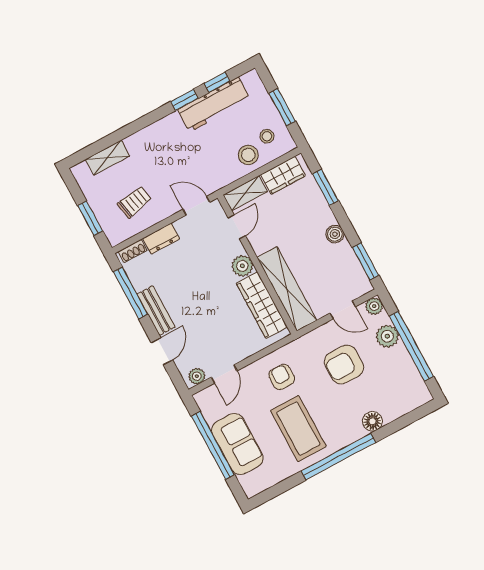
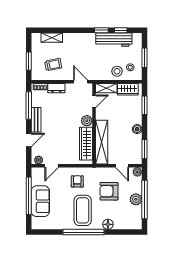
plant: (387, 336) -> (136, 199), moved
coffee table: (298, 429) -> (83, 210), moved

